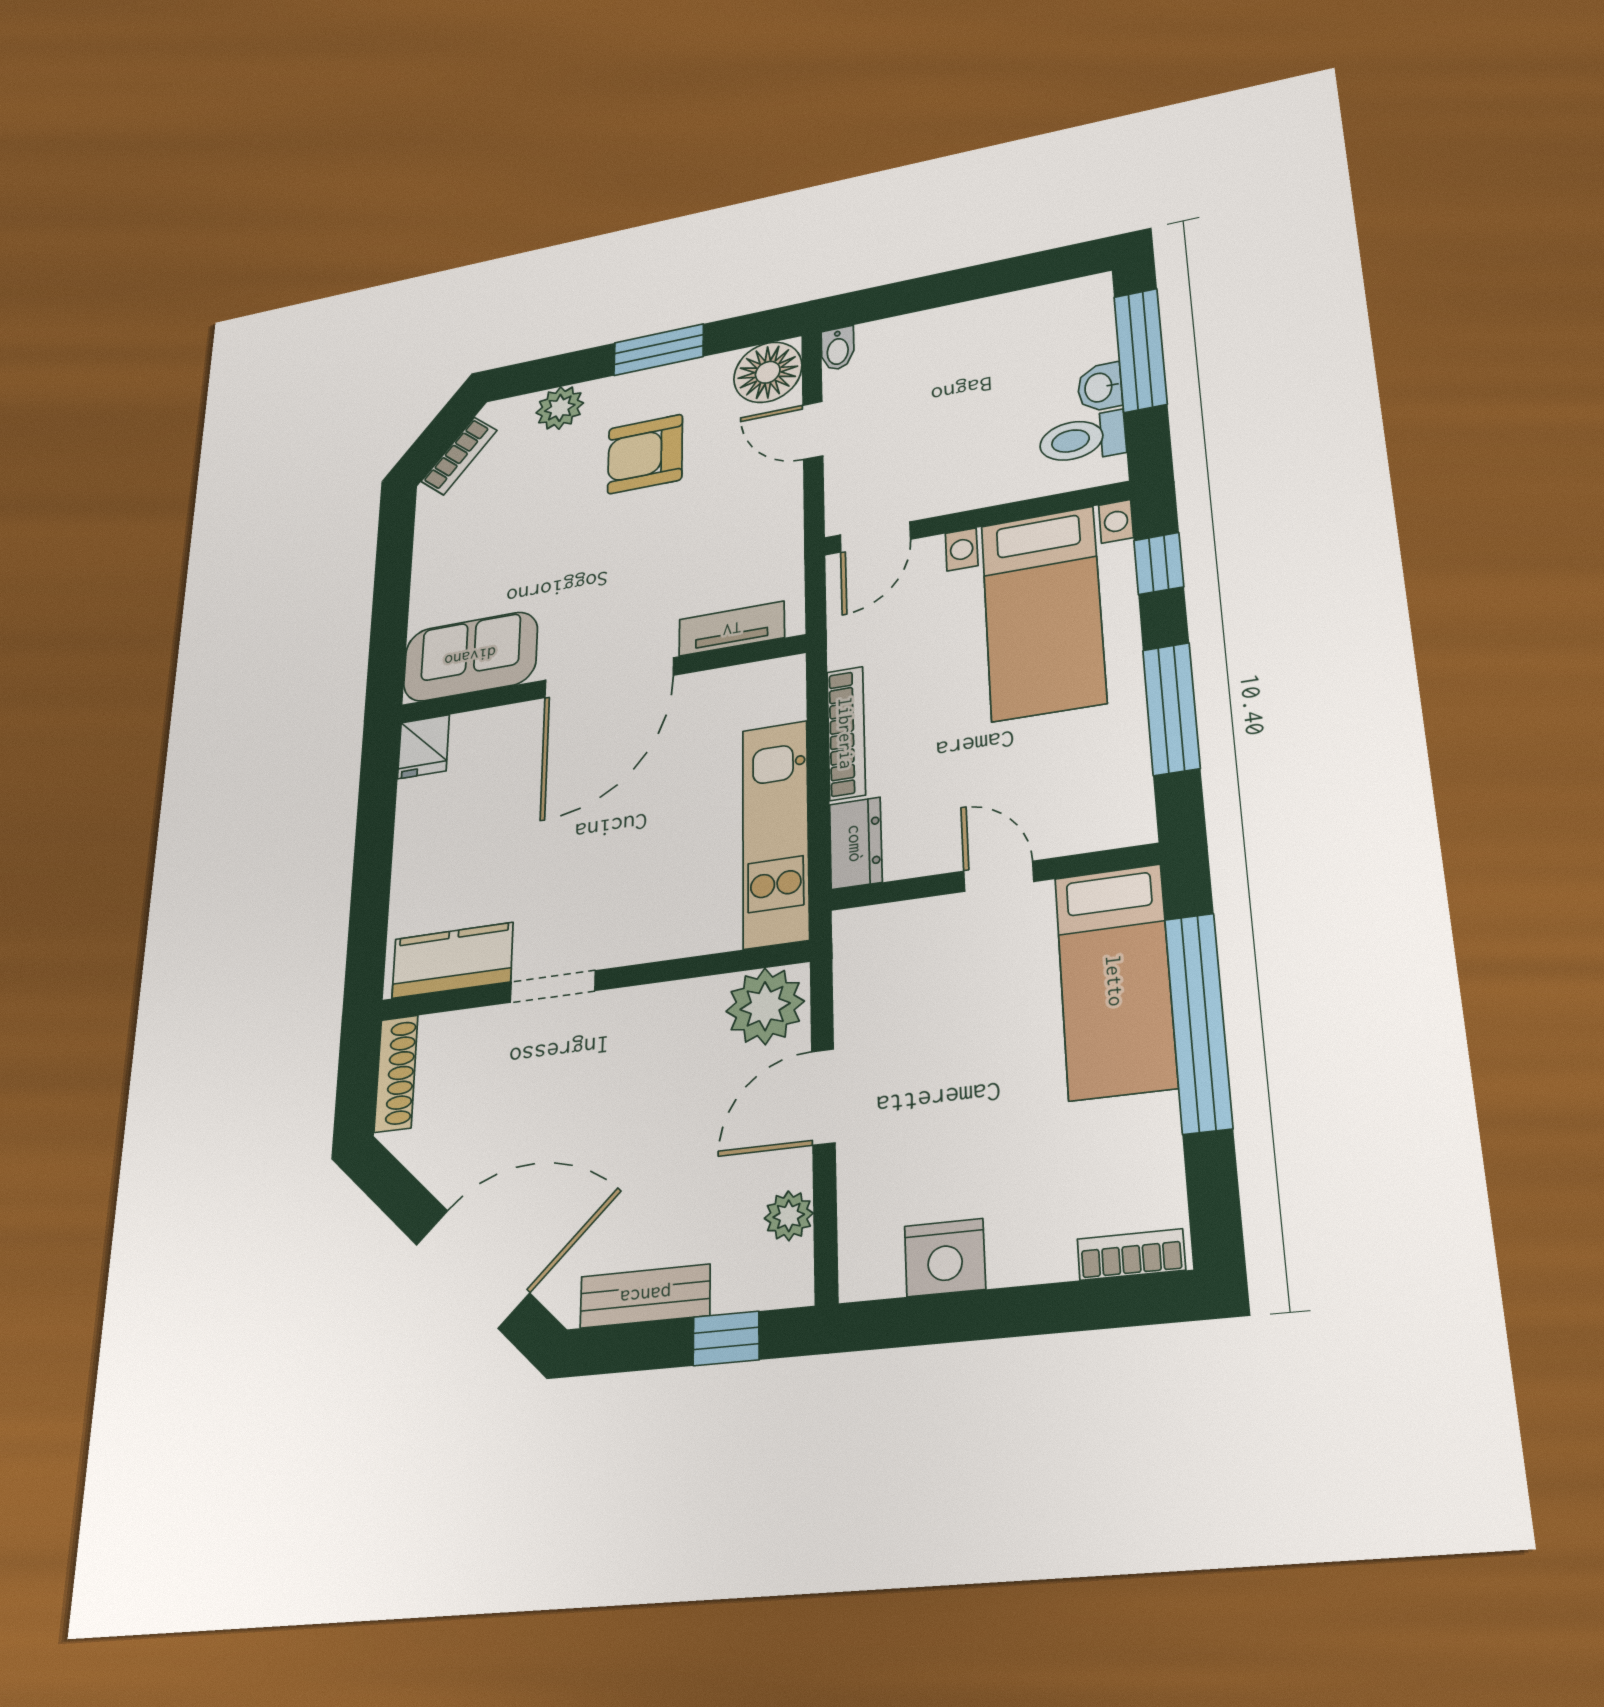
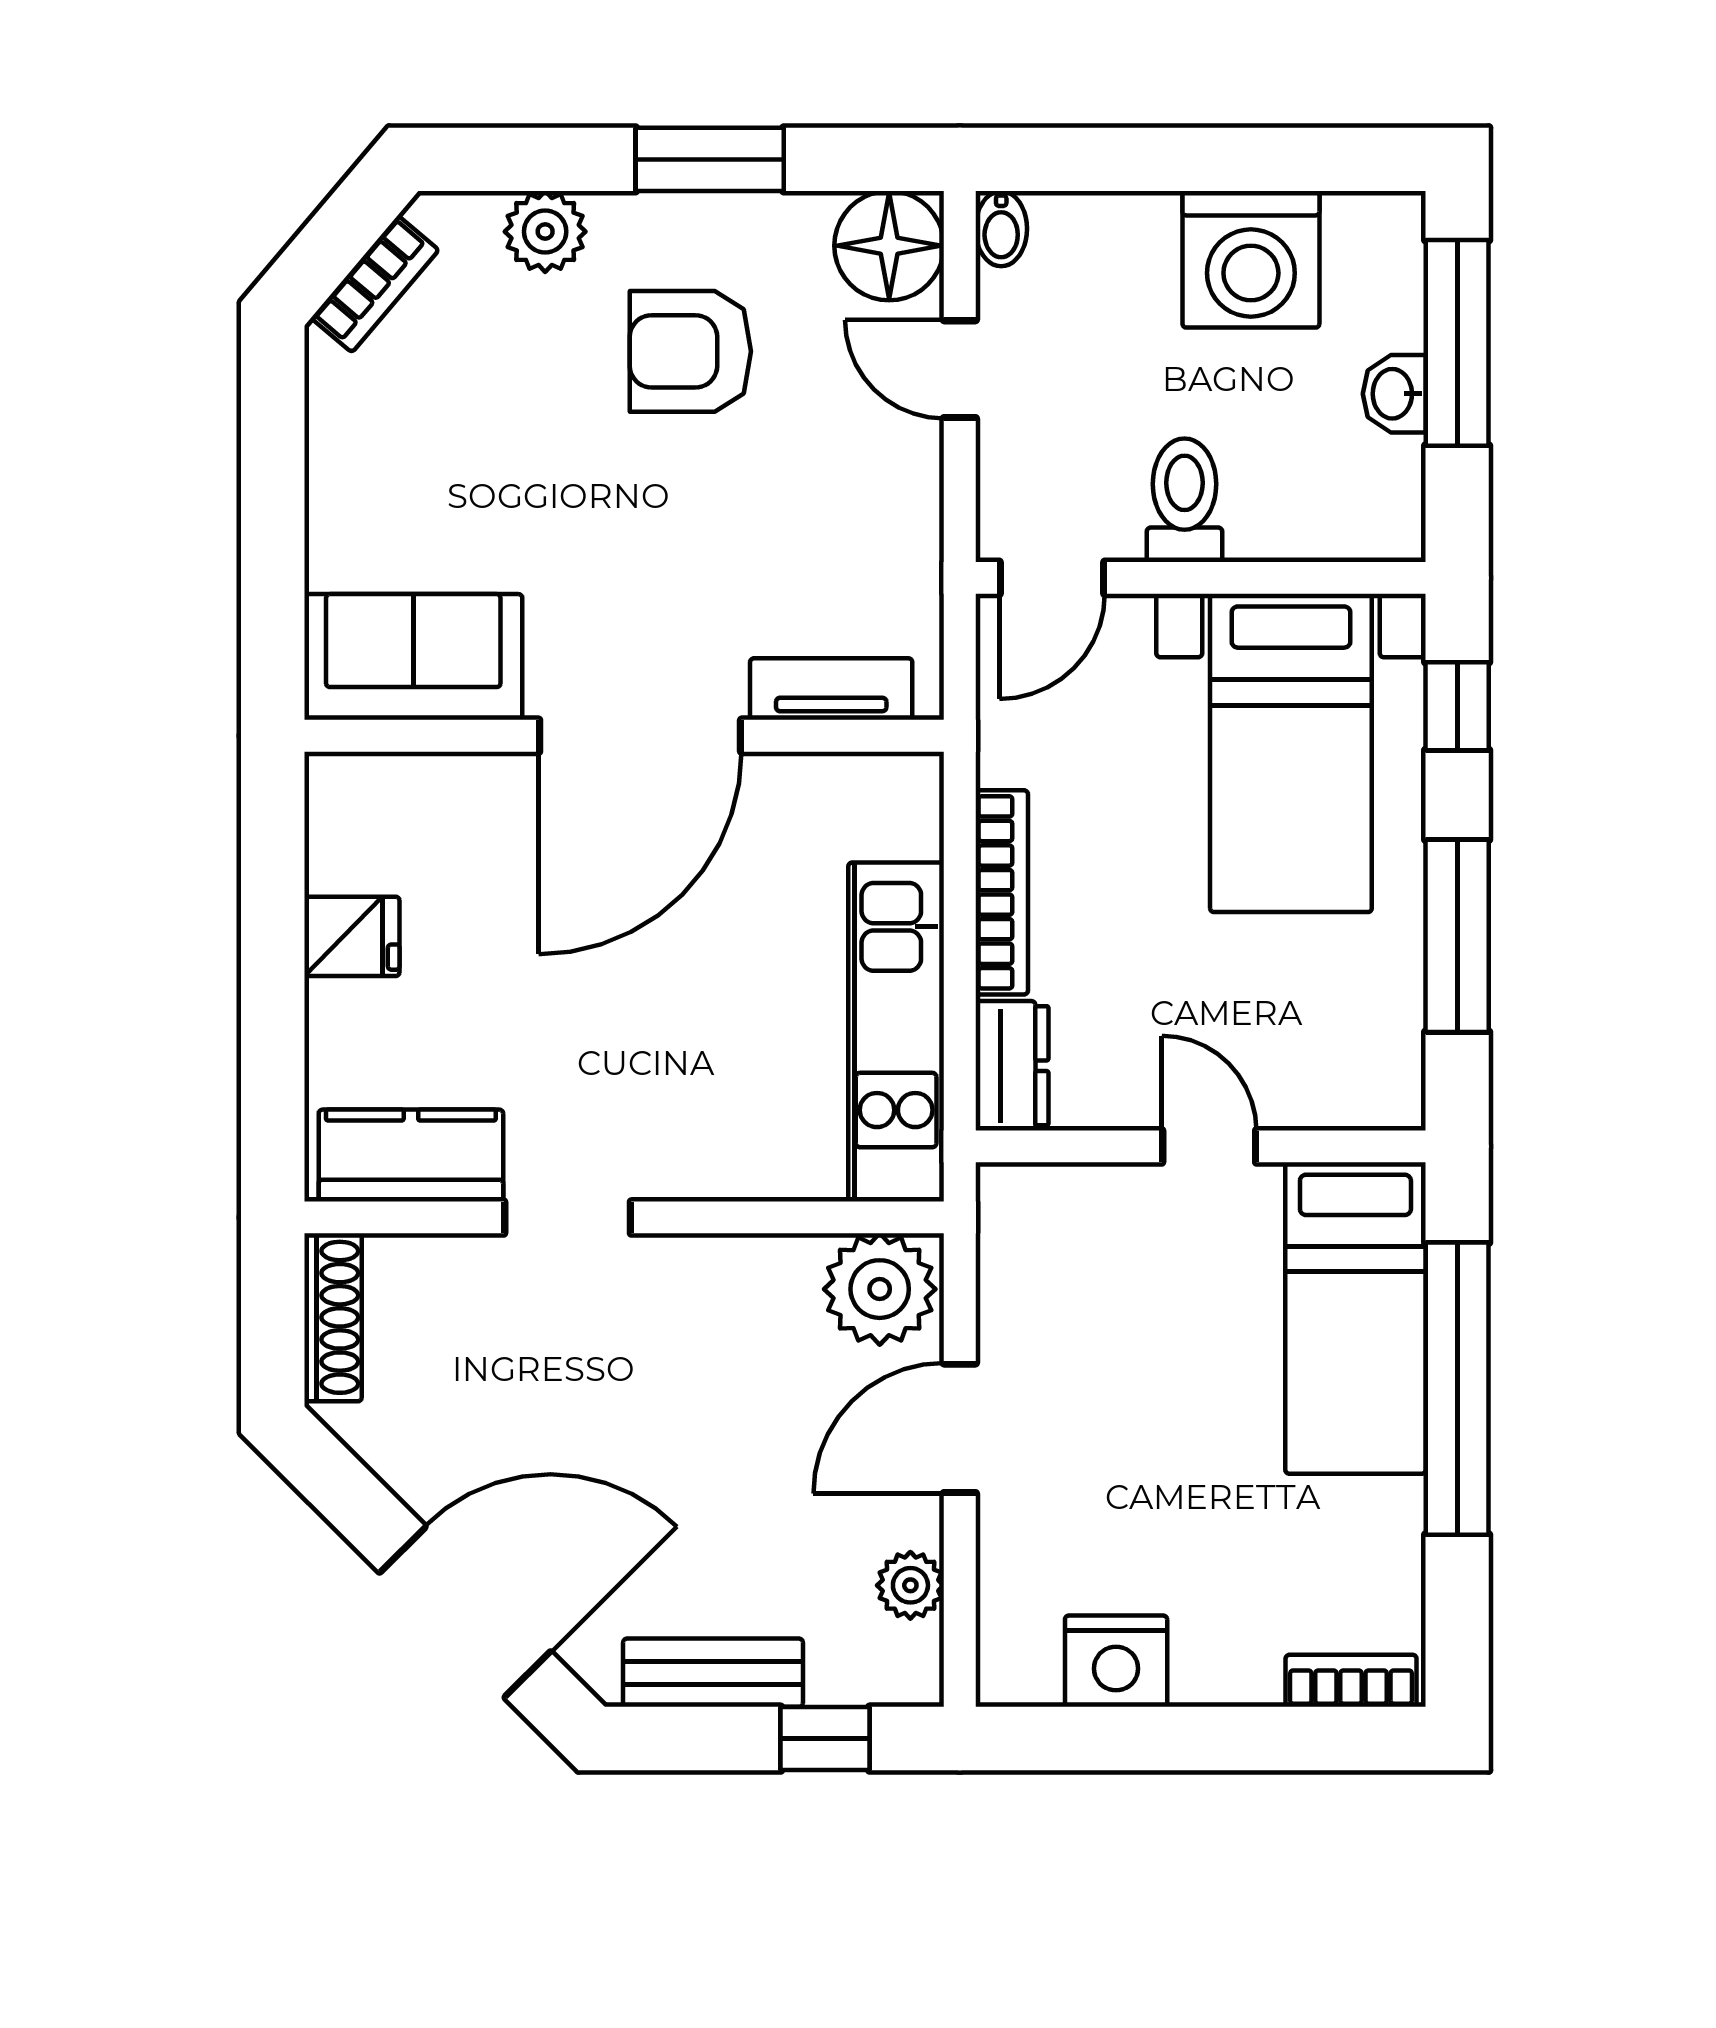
washing machine: (999, 332) -> (1251, 259), added
toilet: (1082, 439) -> (1184, 500), moved, turned 90
fridge: (424, 747) -> (352, 936), moved, turned -90

